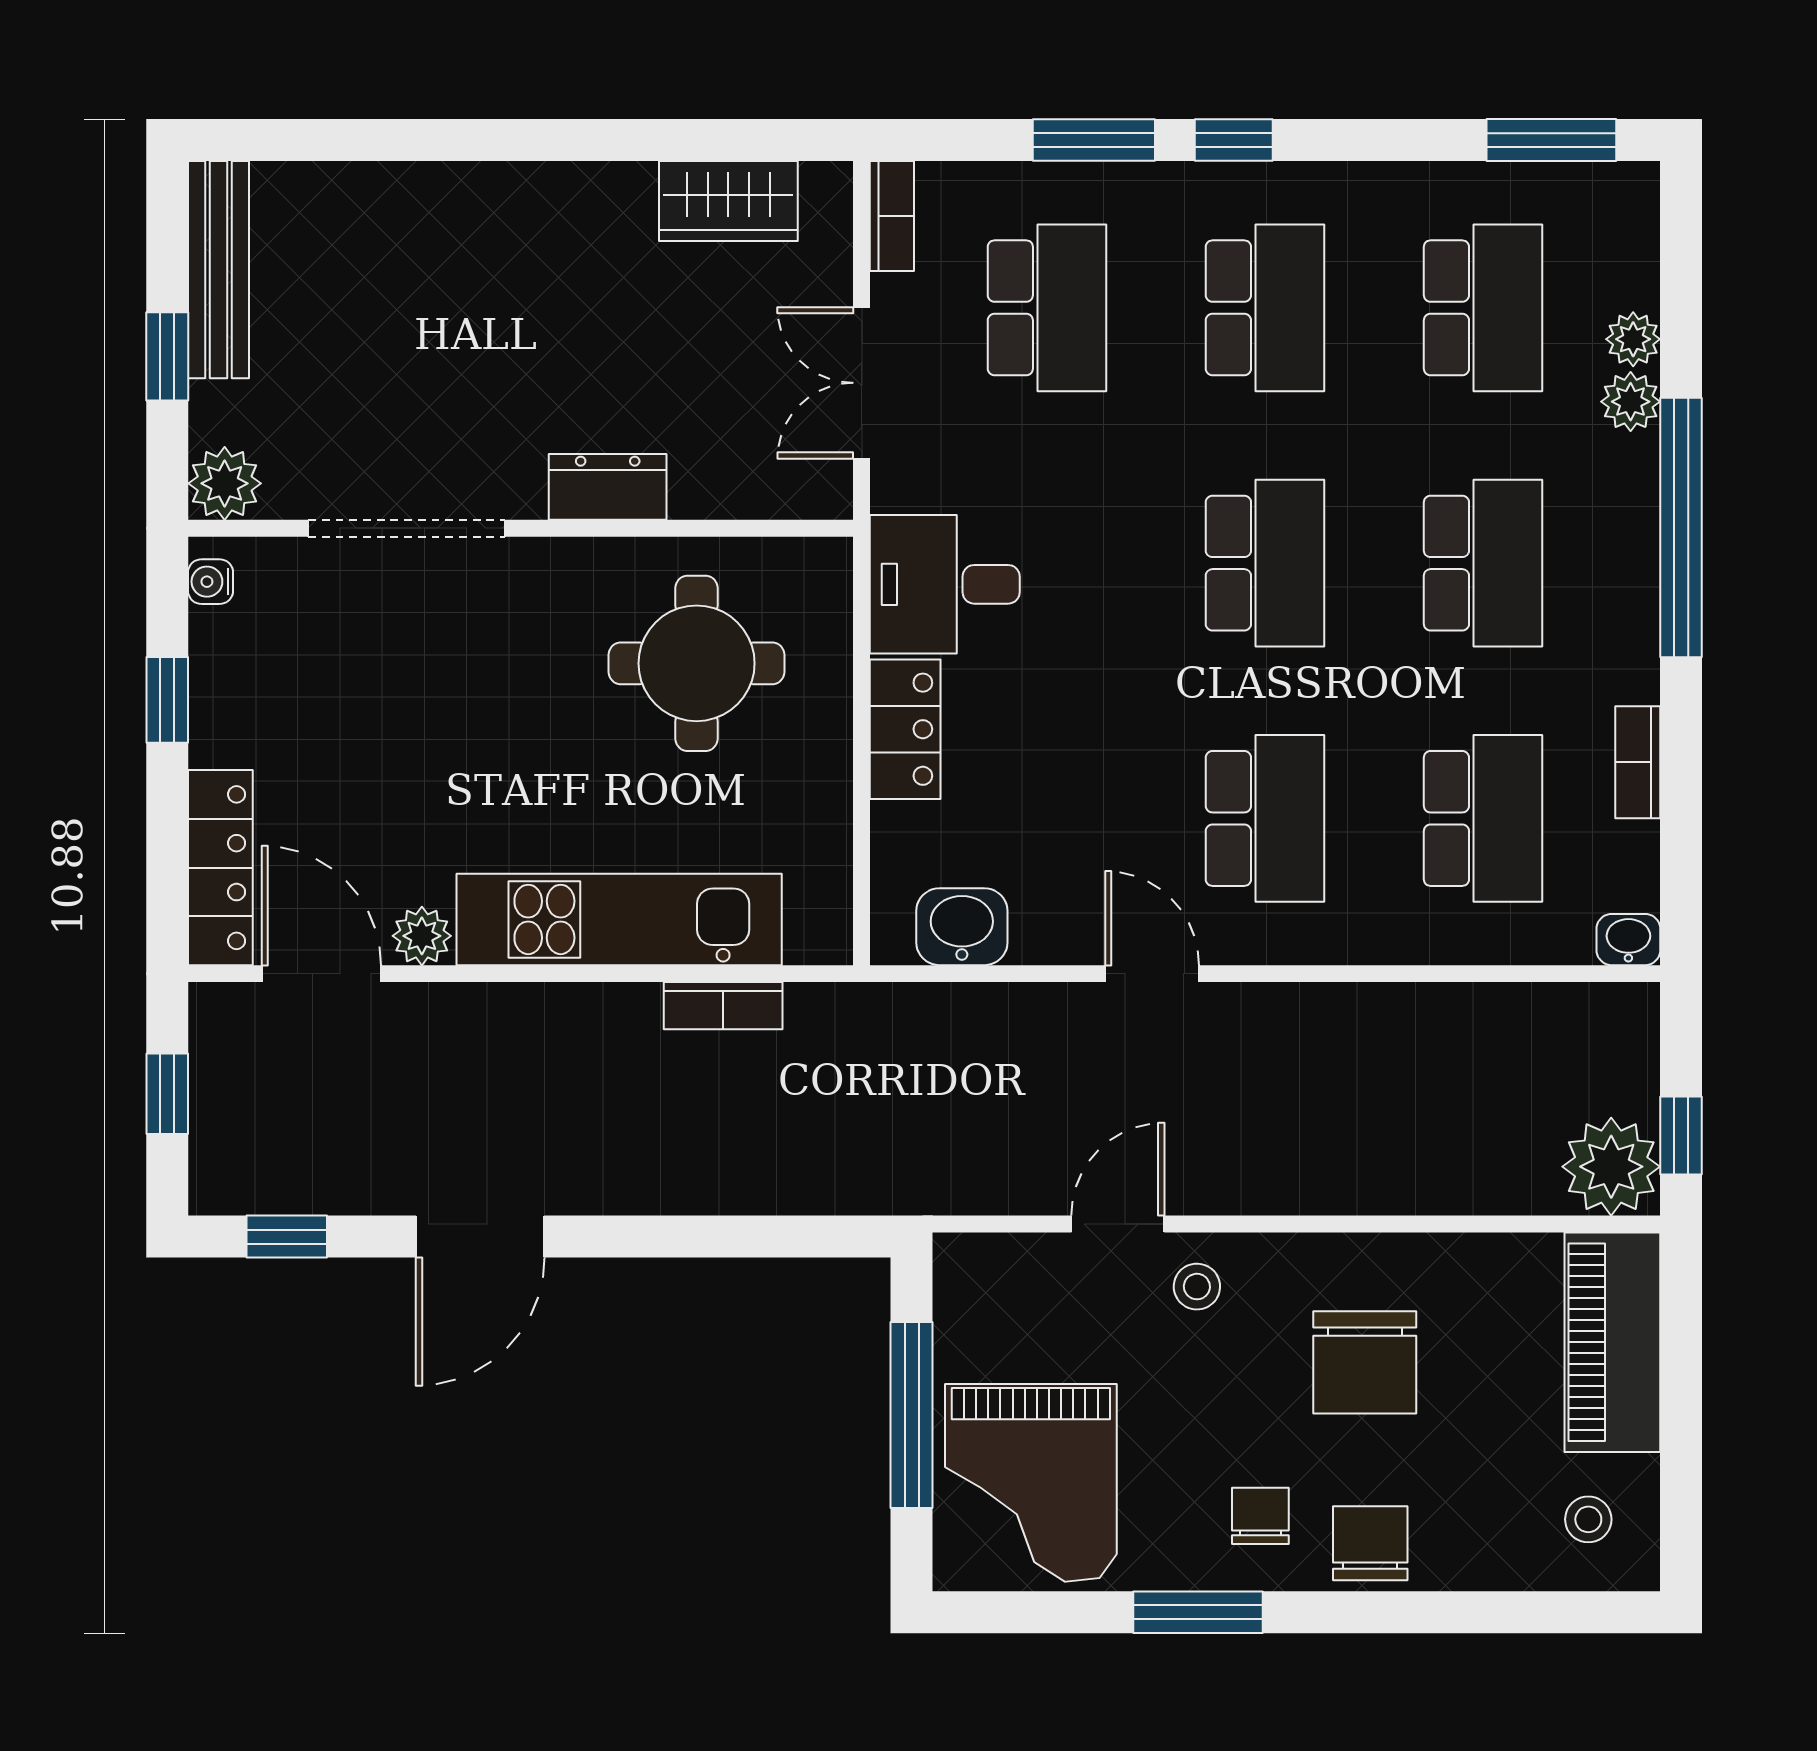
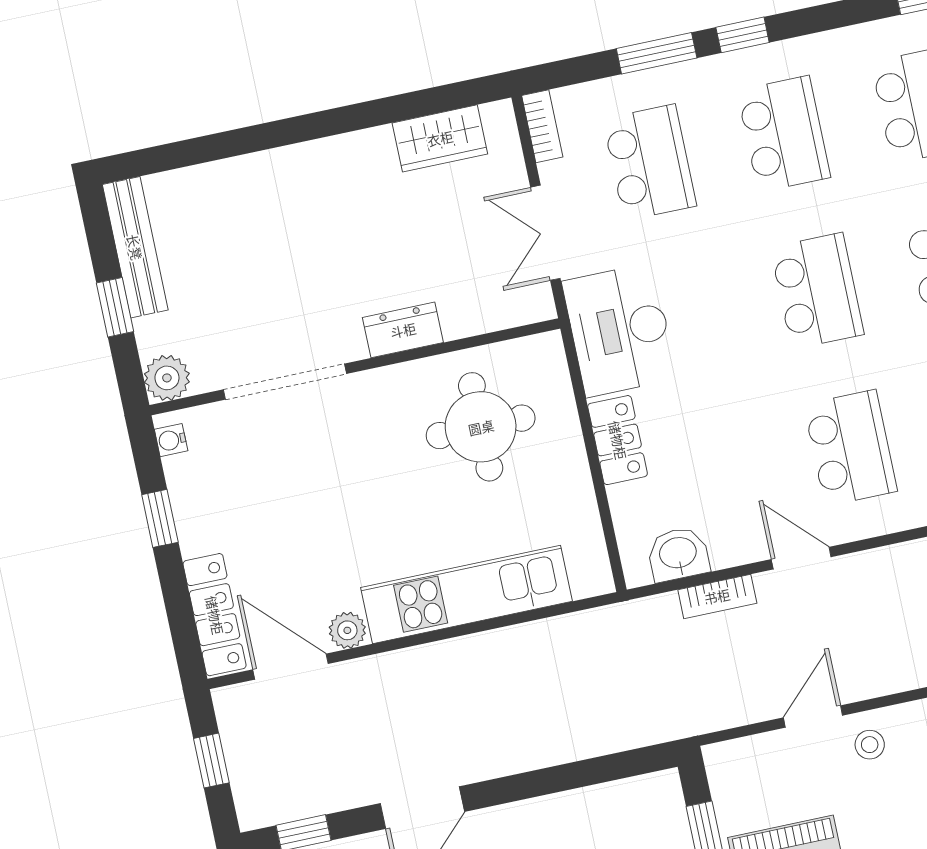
desk: (945, 584) -> (620, 330), width x1.37
bookcase: (723, 1006) -> (717, 596), moved

